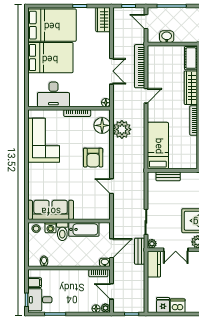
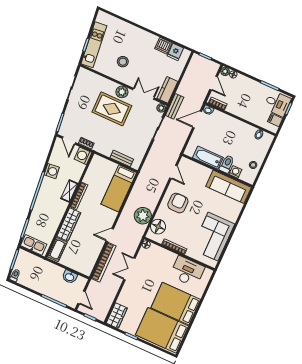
sofa: (51, 210) -> (229, 187), moved
wall: (69, 221) -> (217, 170), moved
washing machine: (51, 228) -> (235, 172), moved
bathtub: (84, 229) -> (208, 158), moved
toilet: (62, 232) -> (227, 164), moved

